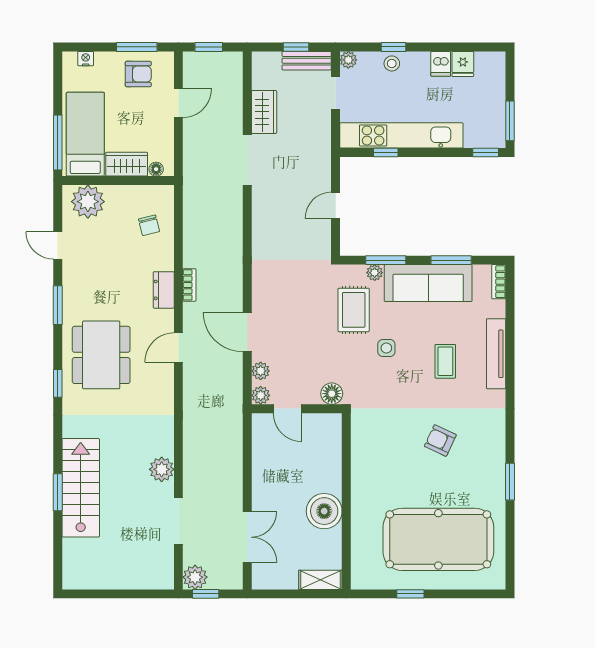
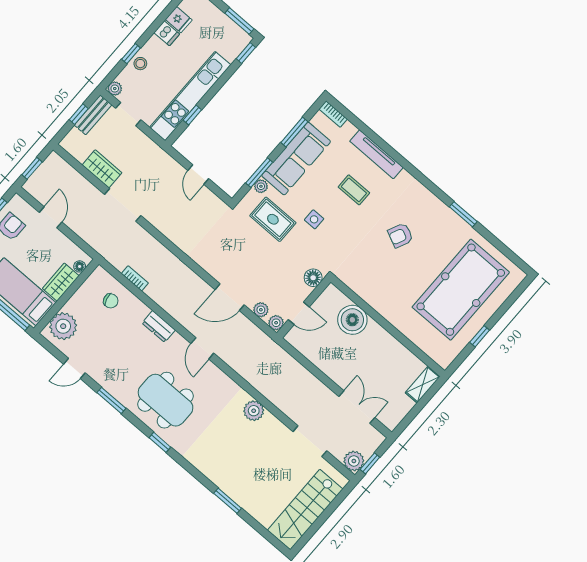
bookcase: (189, 285) -> (135, 278), moved
plant: (162, 469) -> (254, 411), moved
stairs: (81, 488) -> (305, 510), moved, turned -90
boiler: (324, 511) -> (352, 320), moved

